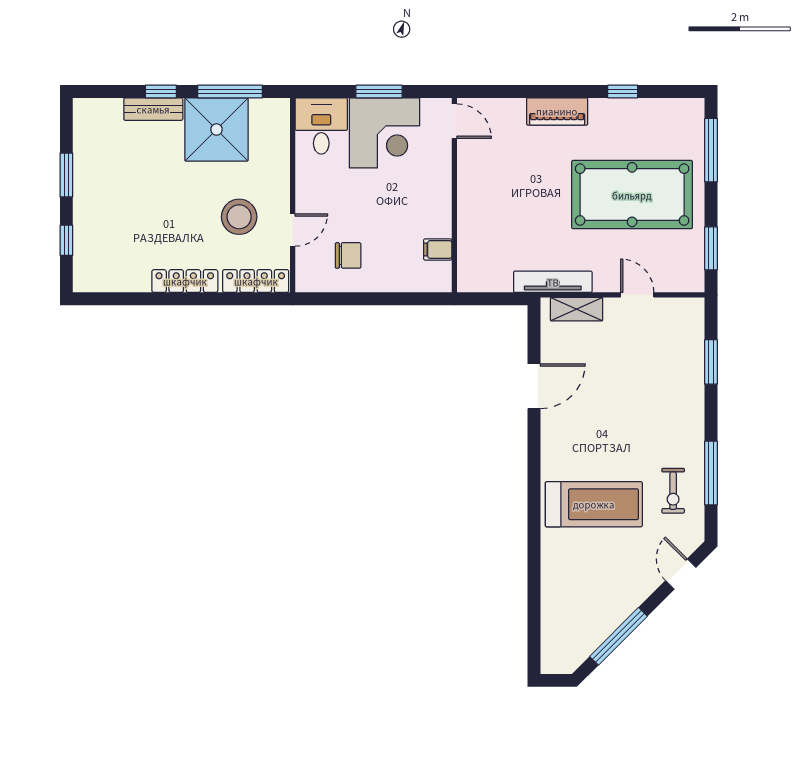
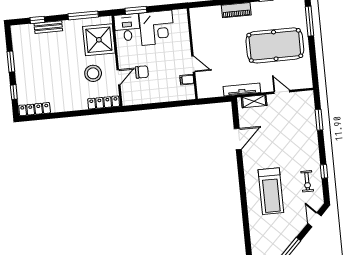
window: (161, 91) -> (37, 20), moved
window: (379, 91) -> (136, 10), moved
door: (454, 121) -> (193, 64), moved
shower: (216, 129) -> (99, 40), moved
window: (711, 248) -> (314, 67), removed
chair: (348, 255) -> (142, 72), moved
locker: (185, 281) -> (35, 109), moved
window: (711, 473) -> (324, 171), width x0.46
treadmill: (594, 504) -> (271, 191), turned 90

